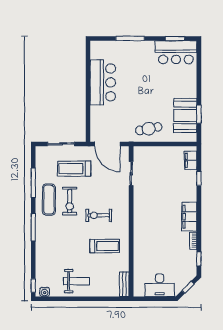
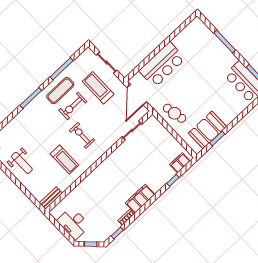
bar counter: (103, 82) -> (162, 65), moved

